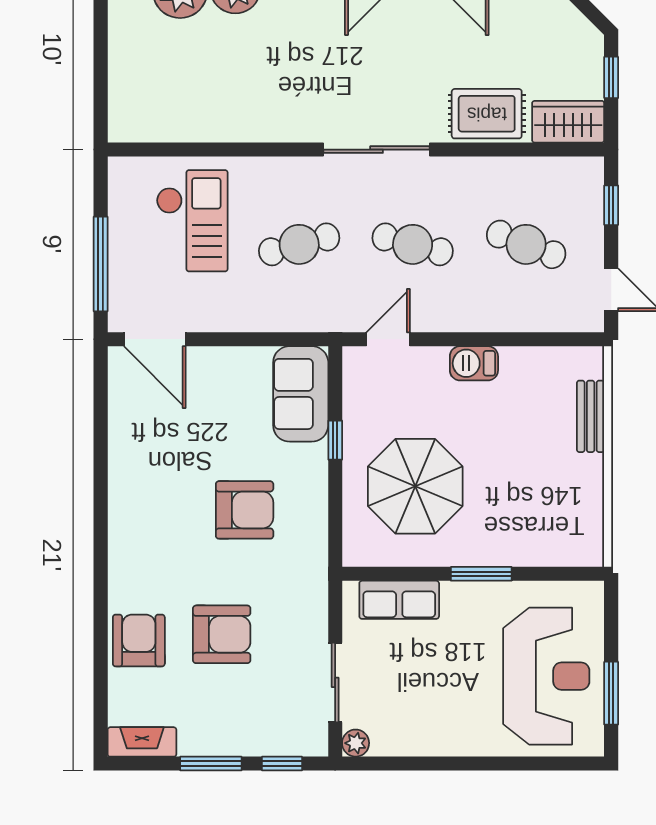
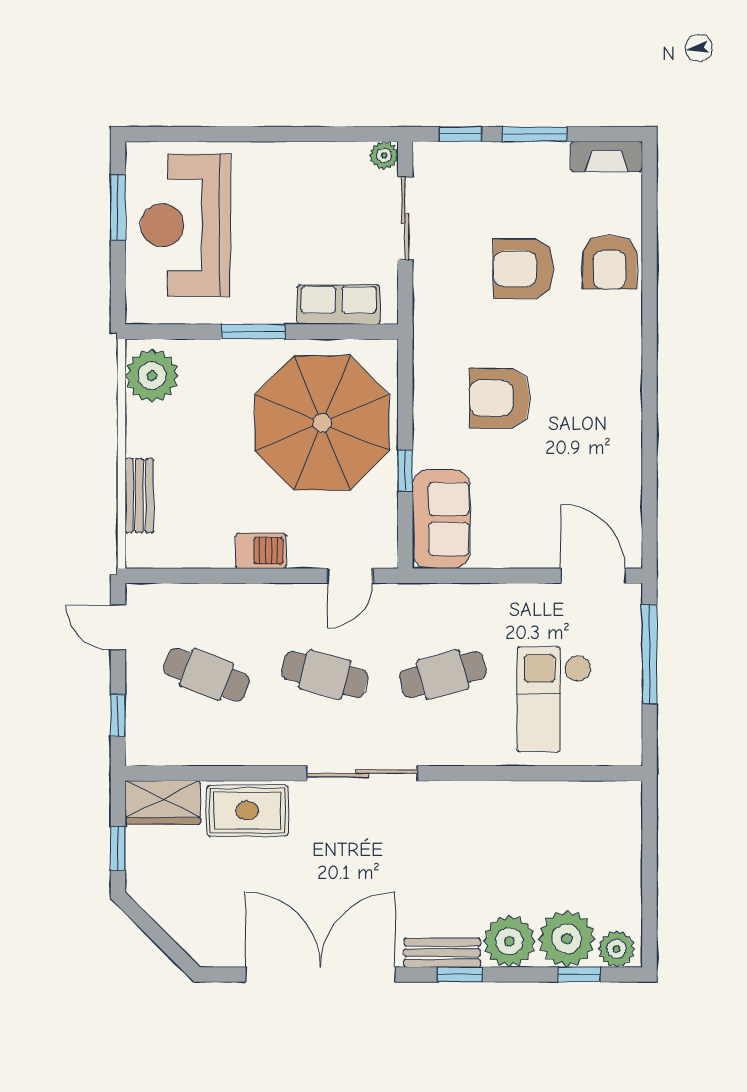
parasol: (415, 486) -> (322, 423), width x1.36, depth x1.36
plant: (579, 531) -> (152, 376), added

